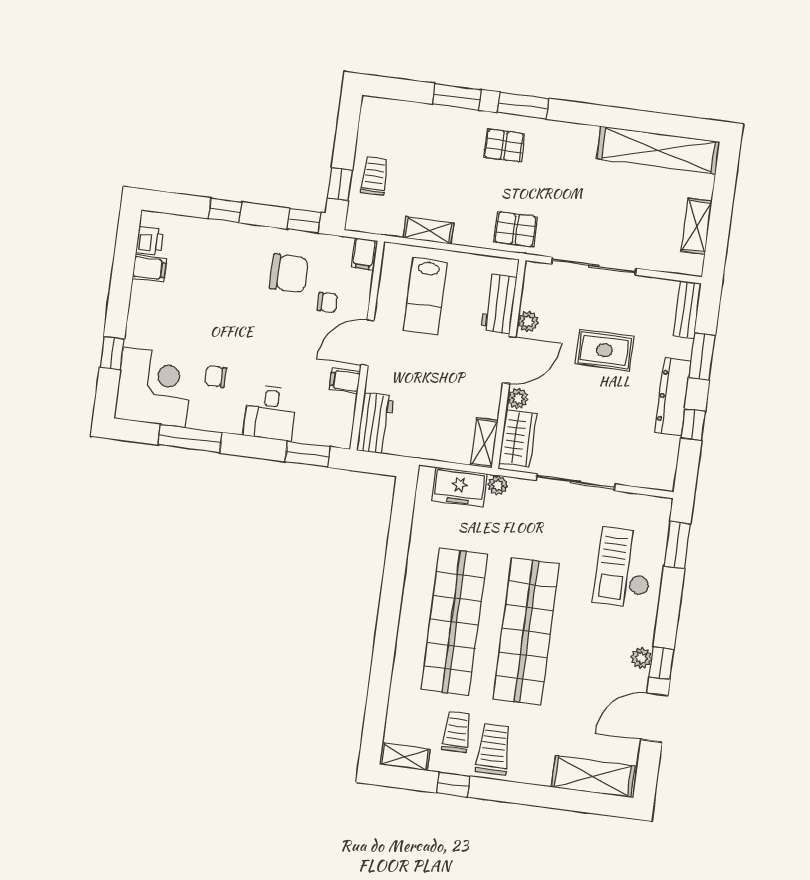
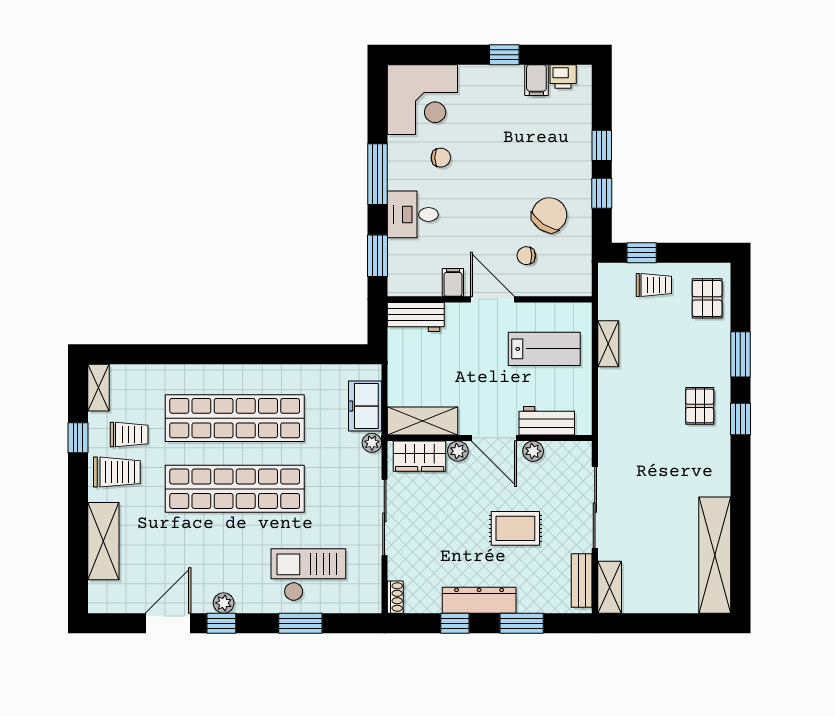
window: (523, 106) -> (740, 419), width x0.67
window: (304, 221) -> (602, 193), moved
shelving: (697, 226) -> (610, 587), moved, turned 90
pallet: (515, 229) -> (707, 298), moved
filing cabinet: (364, 254) -> (577, 285), removed
chair: (289, 273) -> (549, 215), turned -146
lab bench: (425, 296) -> (544, 349), turned 180
chair: (327, 302) -> (526, 256), turned 90
bench: (687, 309) -> (582, 580), moved, turned 90
rug: (604, 350) -> (515, 528), turned 90
window: (112, 353) -> (504, 55), moved
chair: (216, 376) -> (441, 158), turned 90
window: (190, 439) -> (378, 174), moved
shelving: (484, 443) -> (423, 421), width x1.50, depth x1.33
shoe rack: (658, 482) -> (395, 597), added
window: (677, 545) -> (300, 623), moved
door: (654, 717) -> (168, 623), hinge flipped
shelving: (593, 776) -> (103, 541), moved

